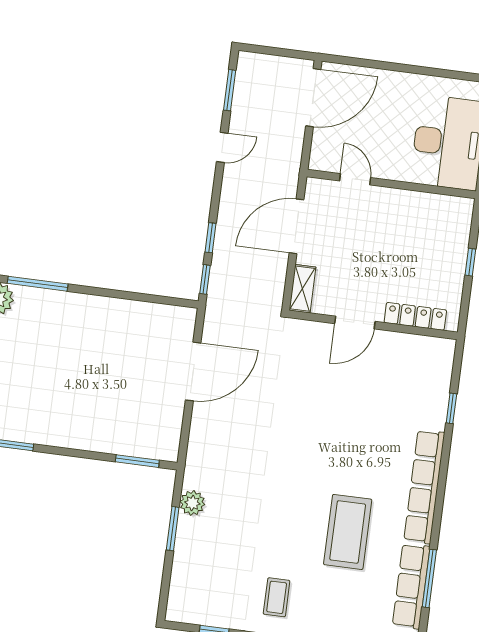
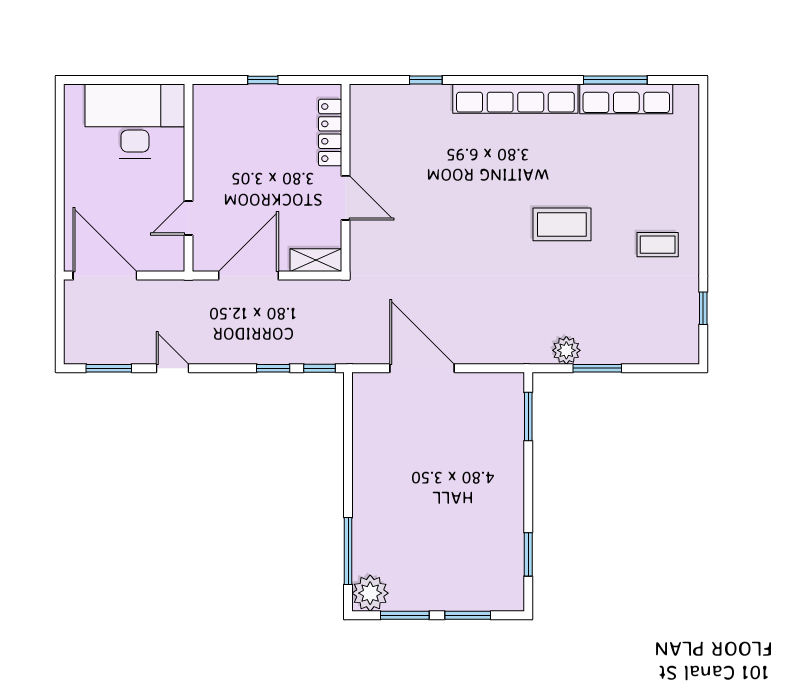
door: (297, 226) -> (248, 276), swing flipped
coffee table: (348, 532) -> (562, 224), moved, width x0.73, depth x0.76

